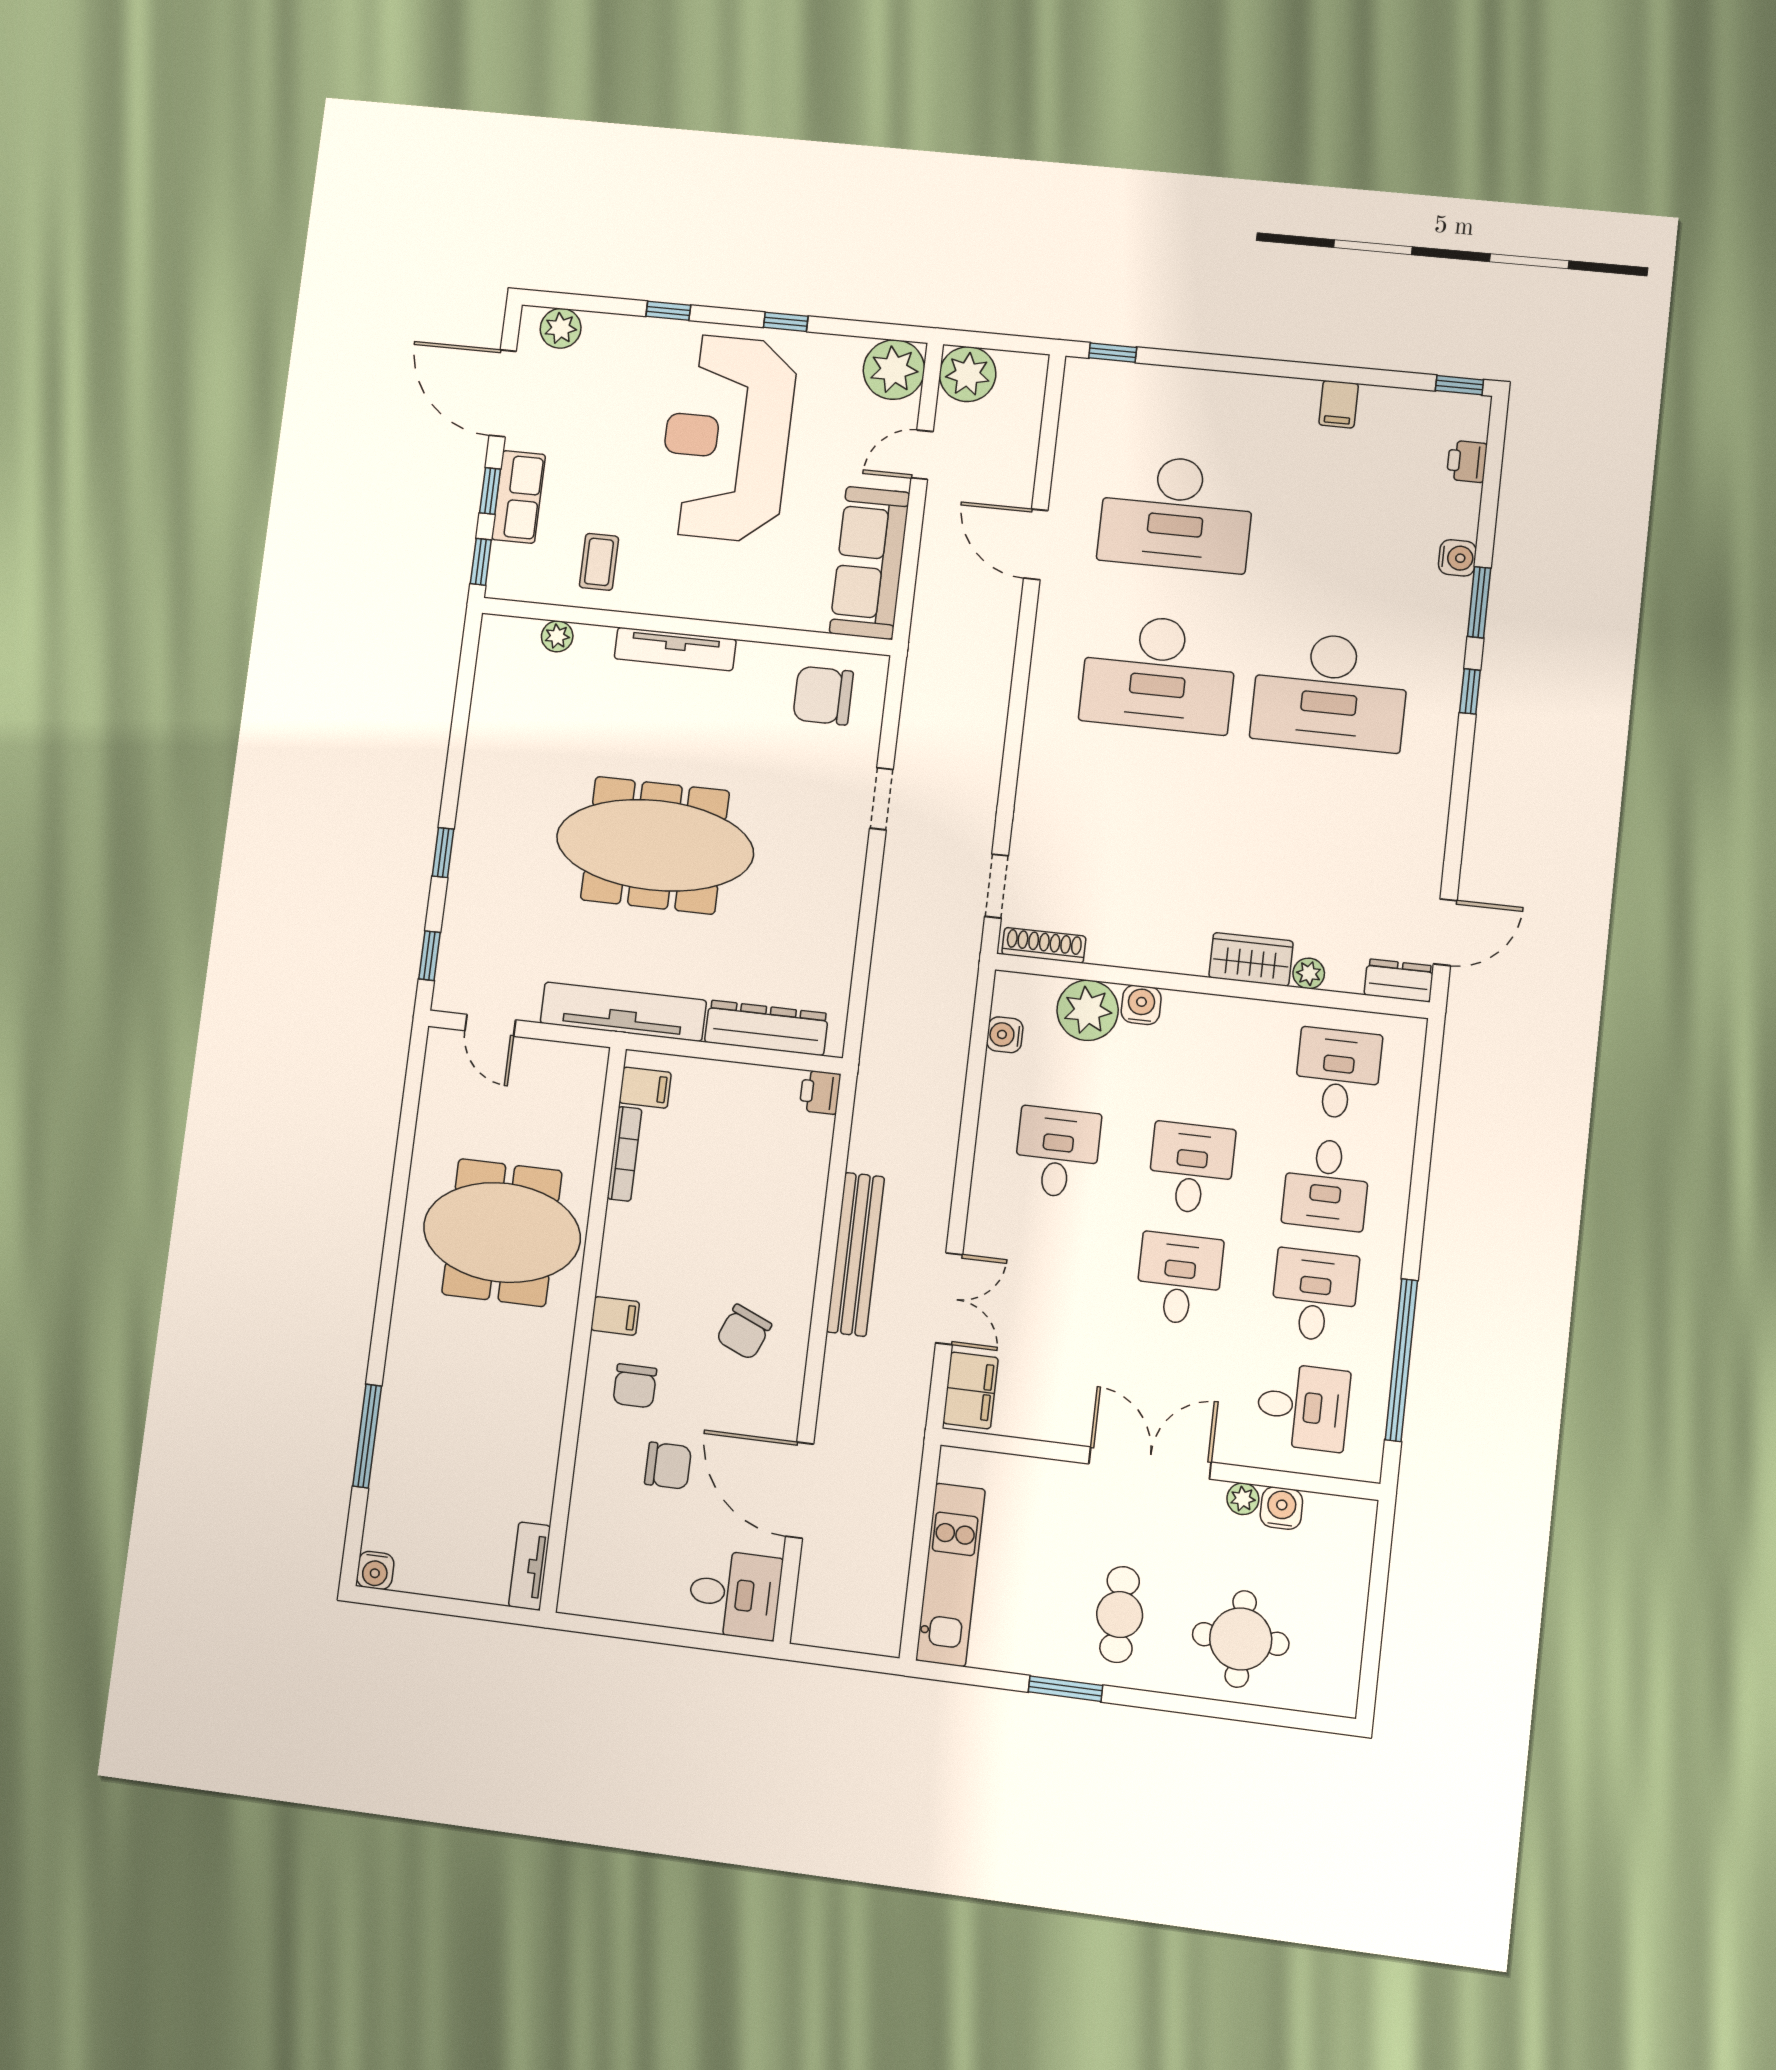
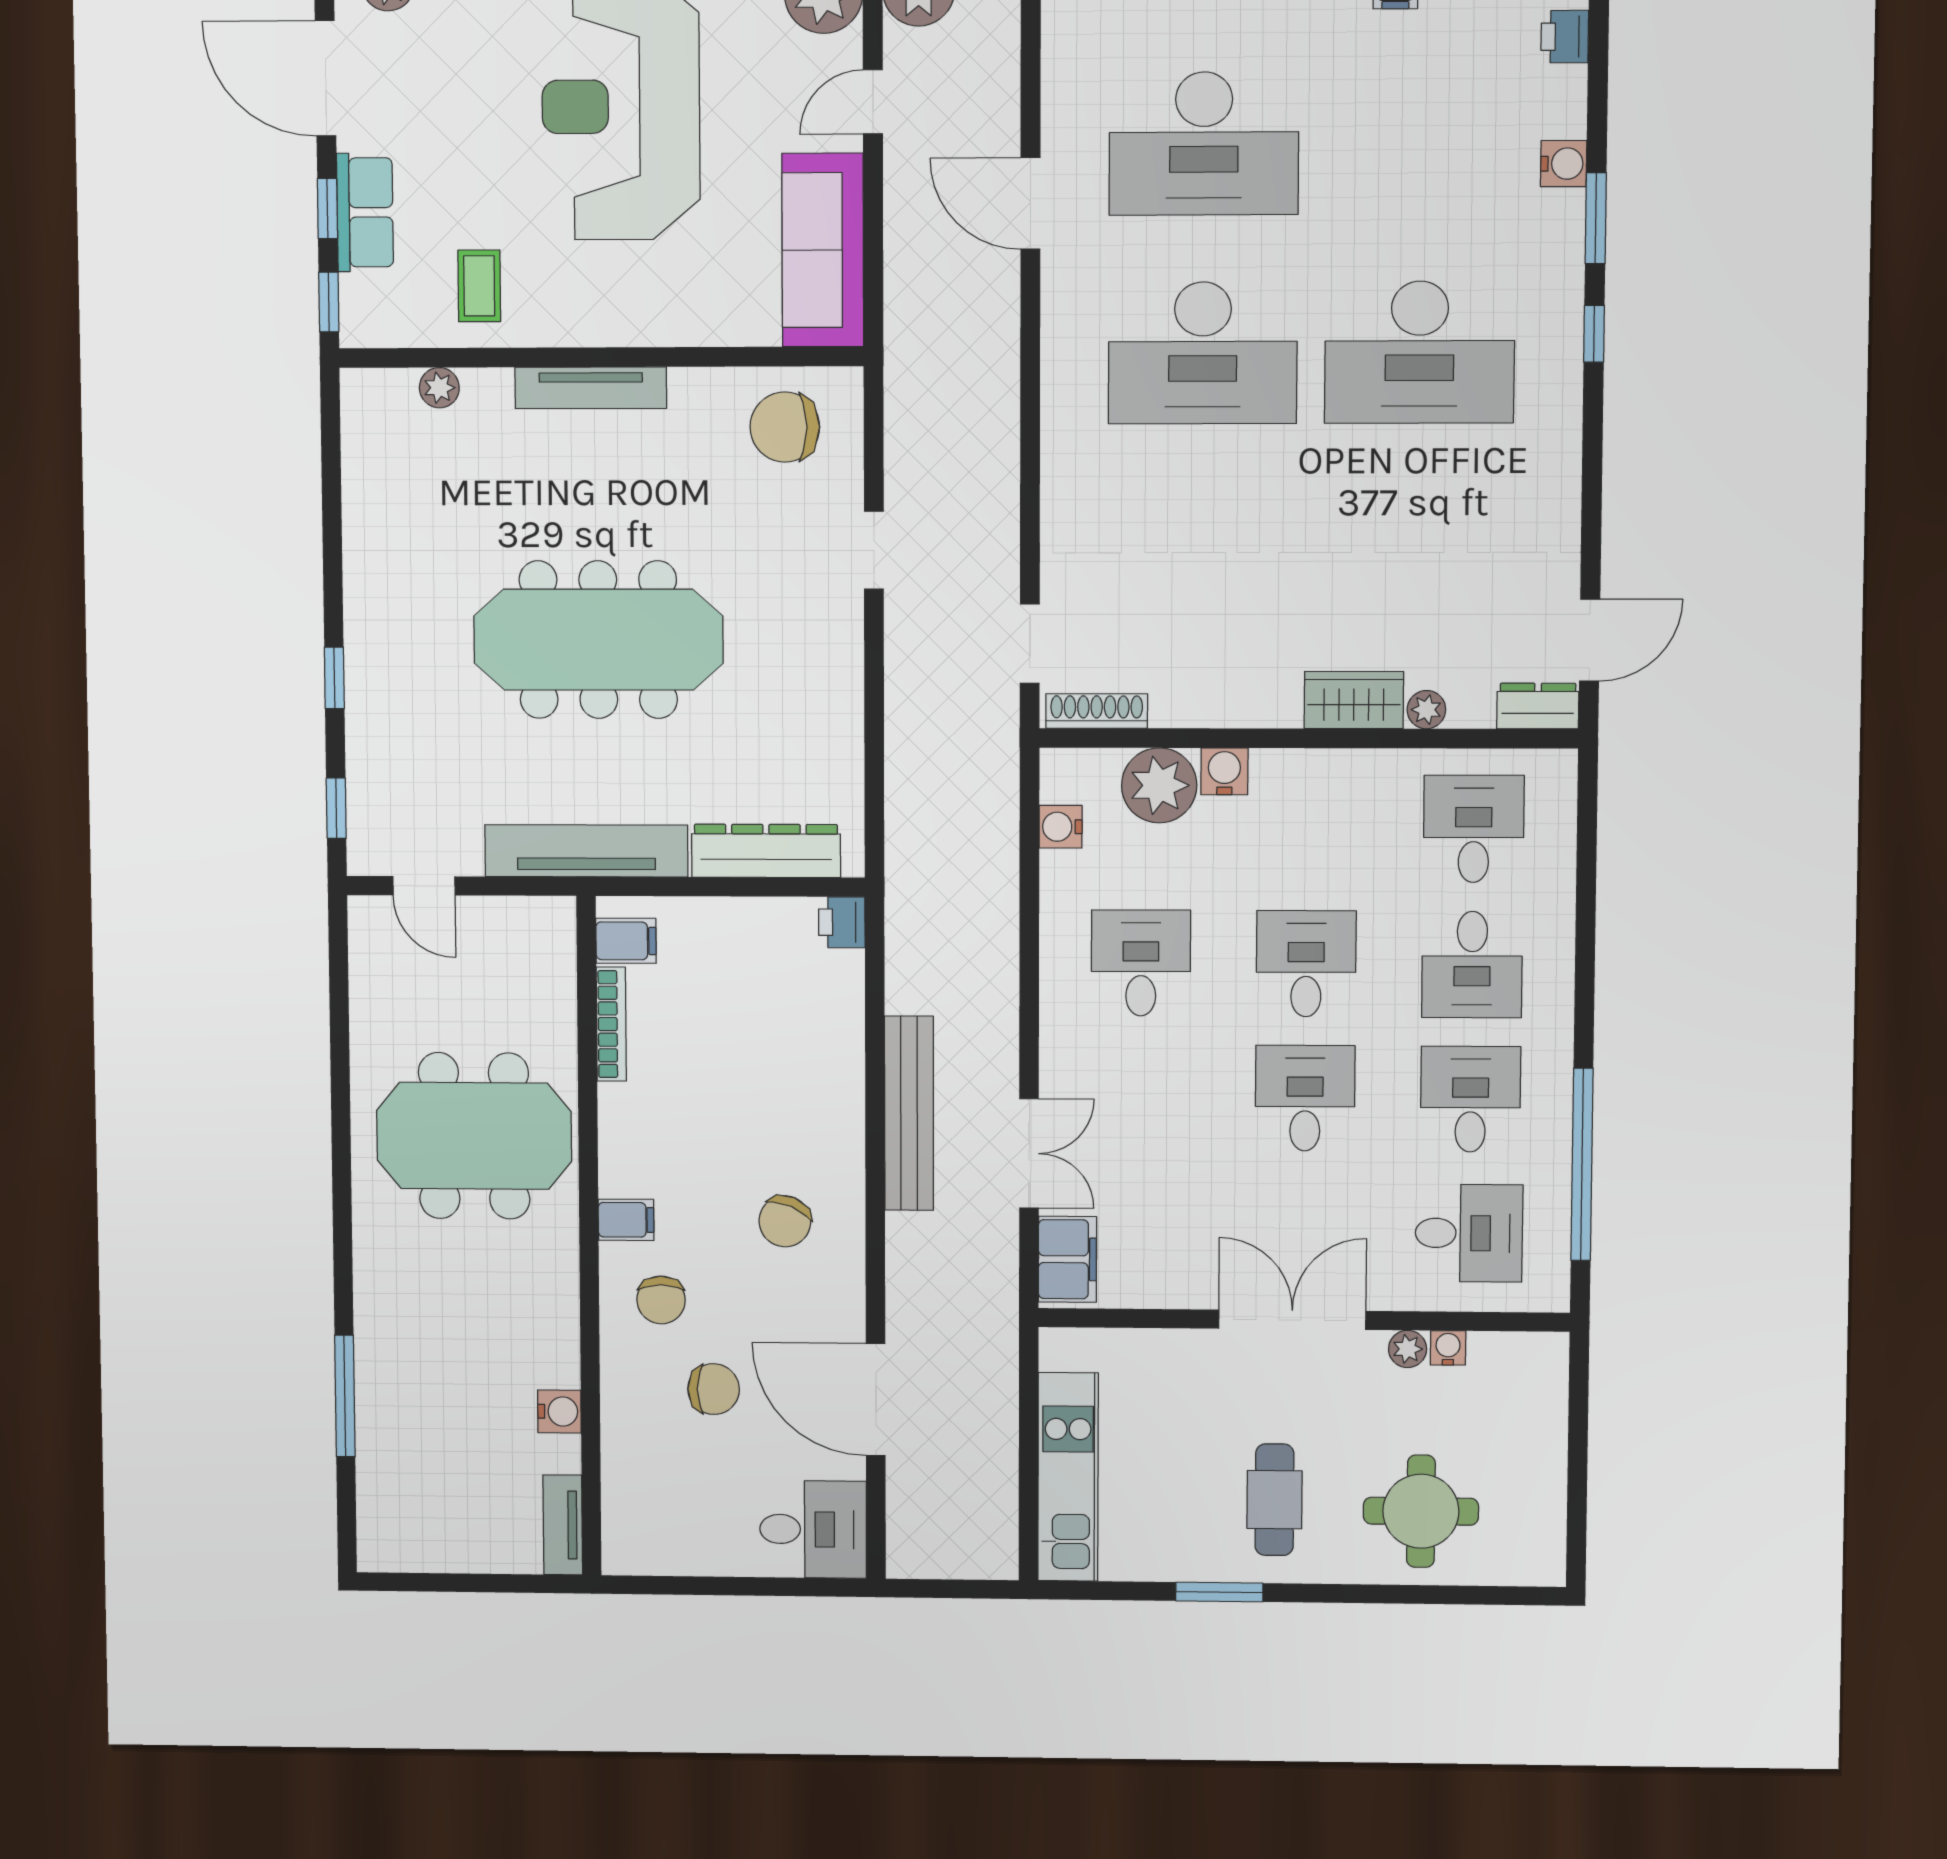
water cooler: (1281, 1508) -> (1448, 1348), width x0.72, depth x0.72
water cooler: (375, 1570) -> (559, 1411), moved, turned -90

